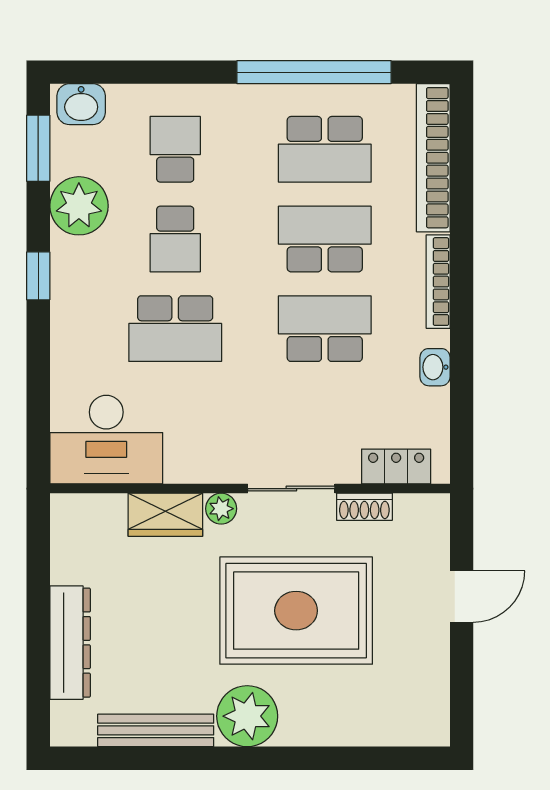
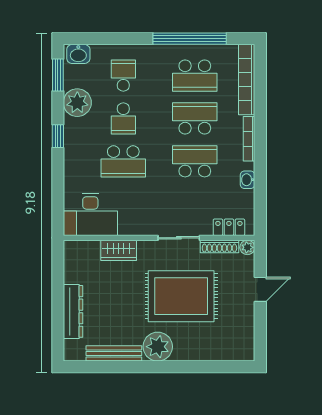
shoe rack: (364, 507) -> (219, 246), width x1.43
plant: (221, 509) -> (247, 247), moved

